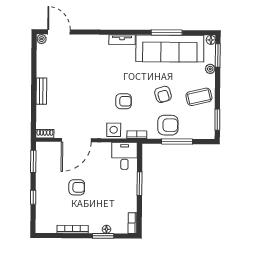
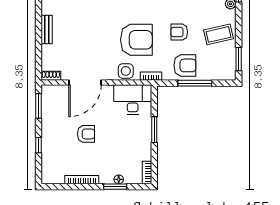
armchair: (163, 94) -> (179, 32), turned 107
armchair: (124, 101) -> (136, 40), width x1.88, depth x1.88
desk: (125, 156) -> (133, 99), width x1.37

